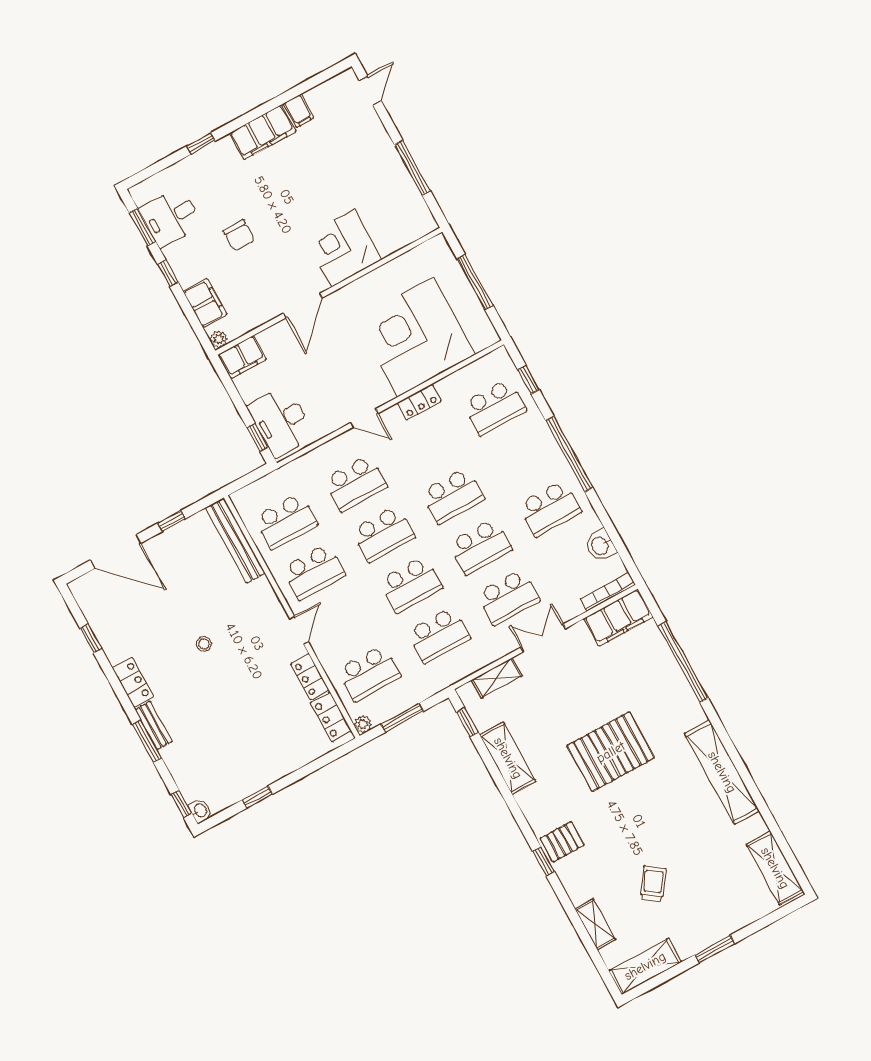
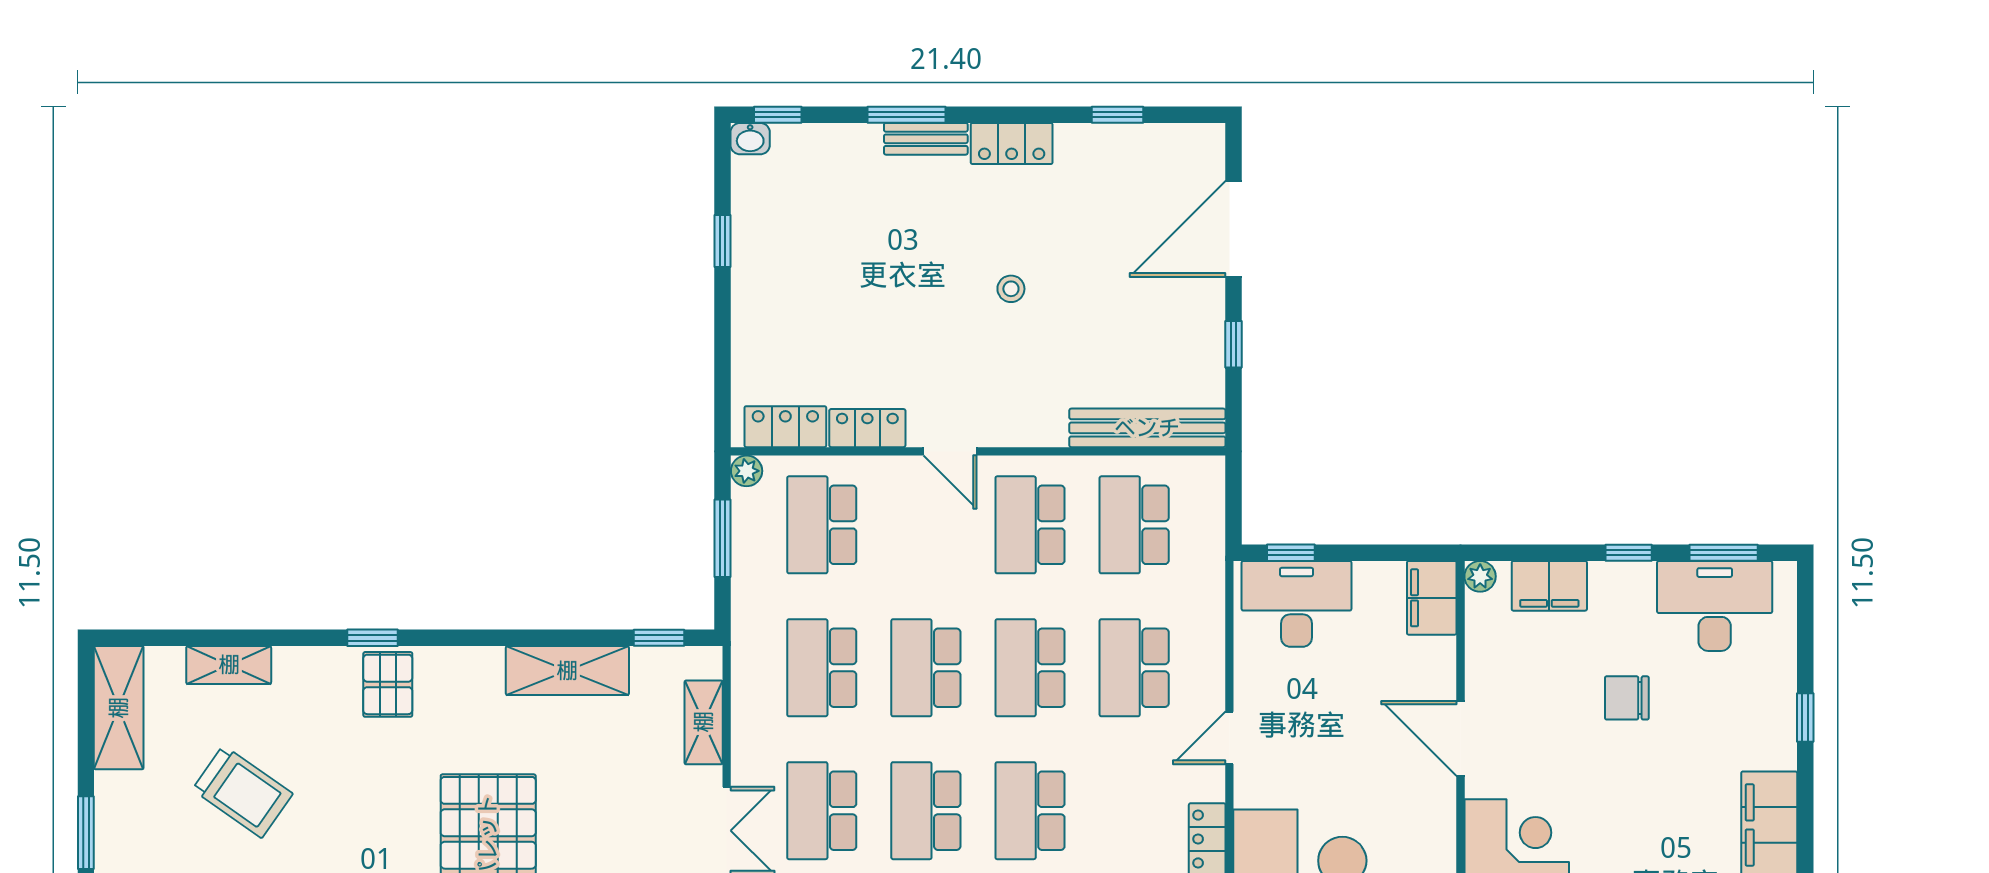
desk: (171, 217) -> (1715, 606), width x1.37
trolley: (653, 884) -> (243, 792), width x1.36, depth x1.39

